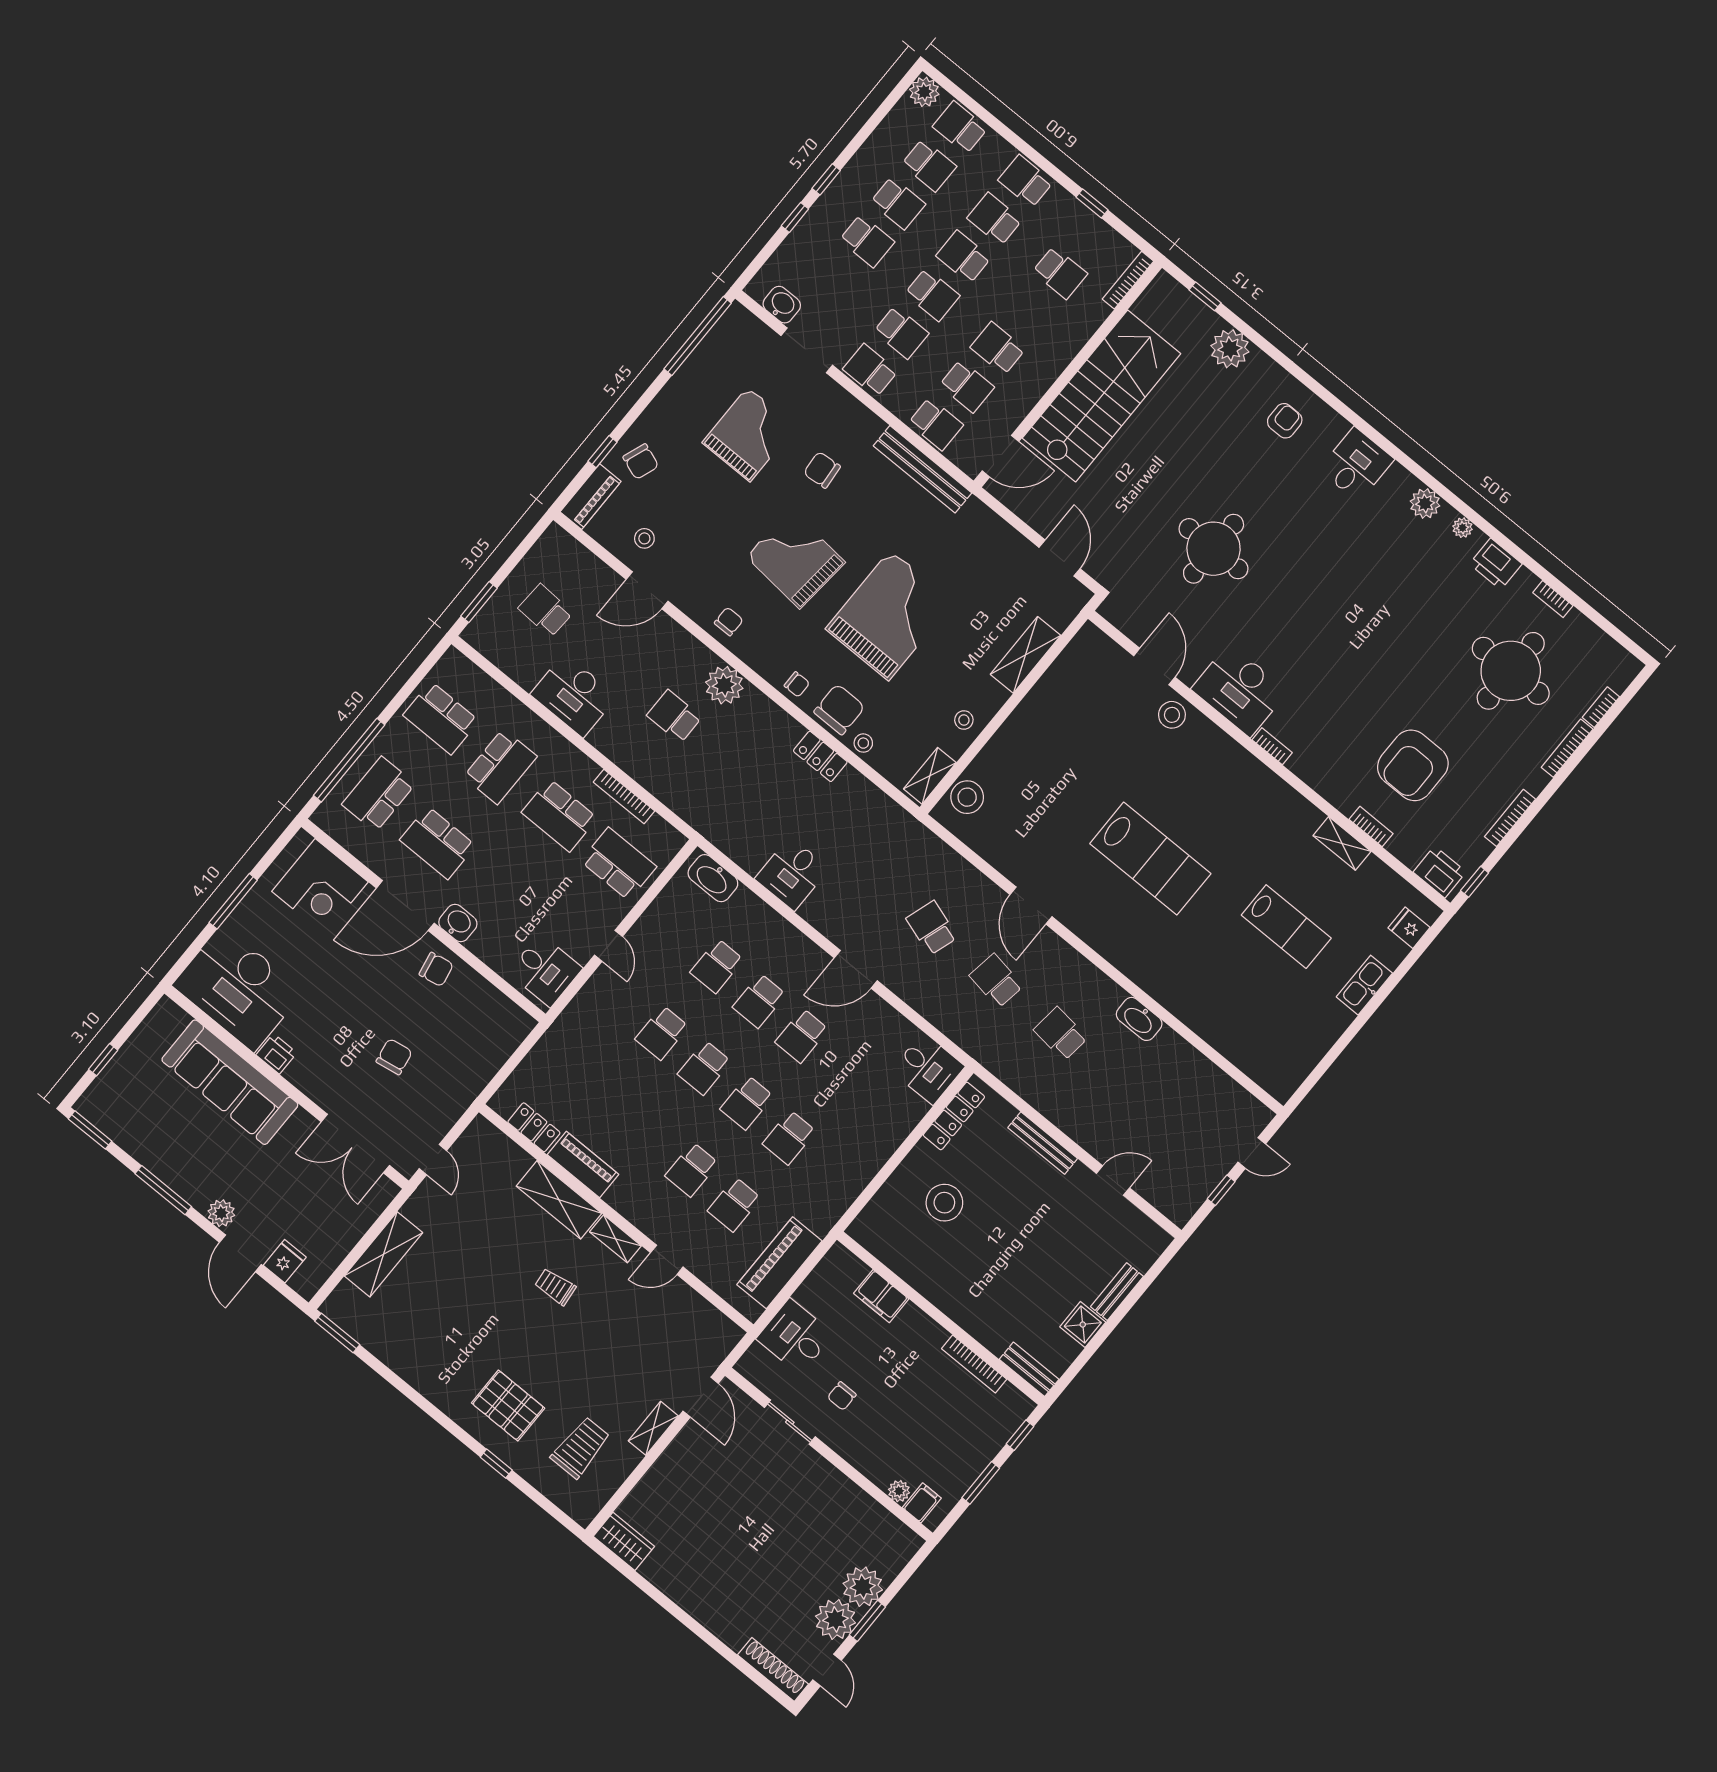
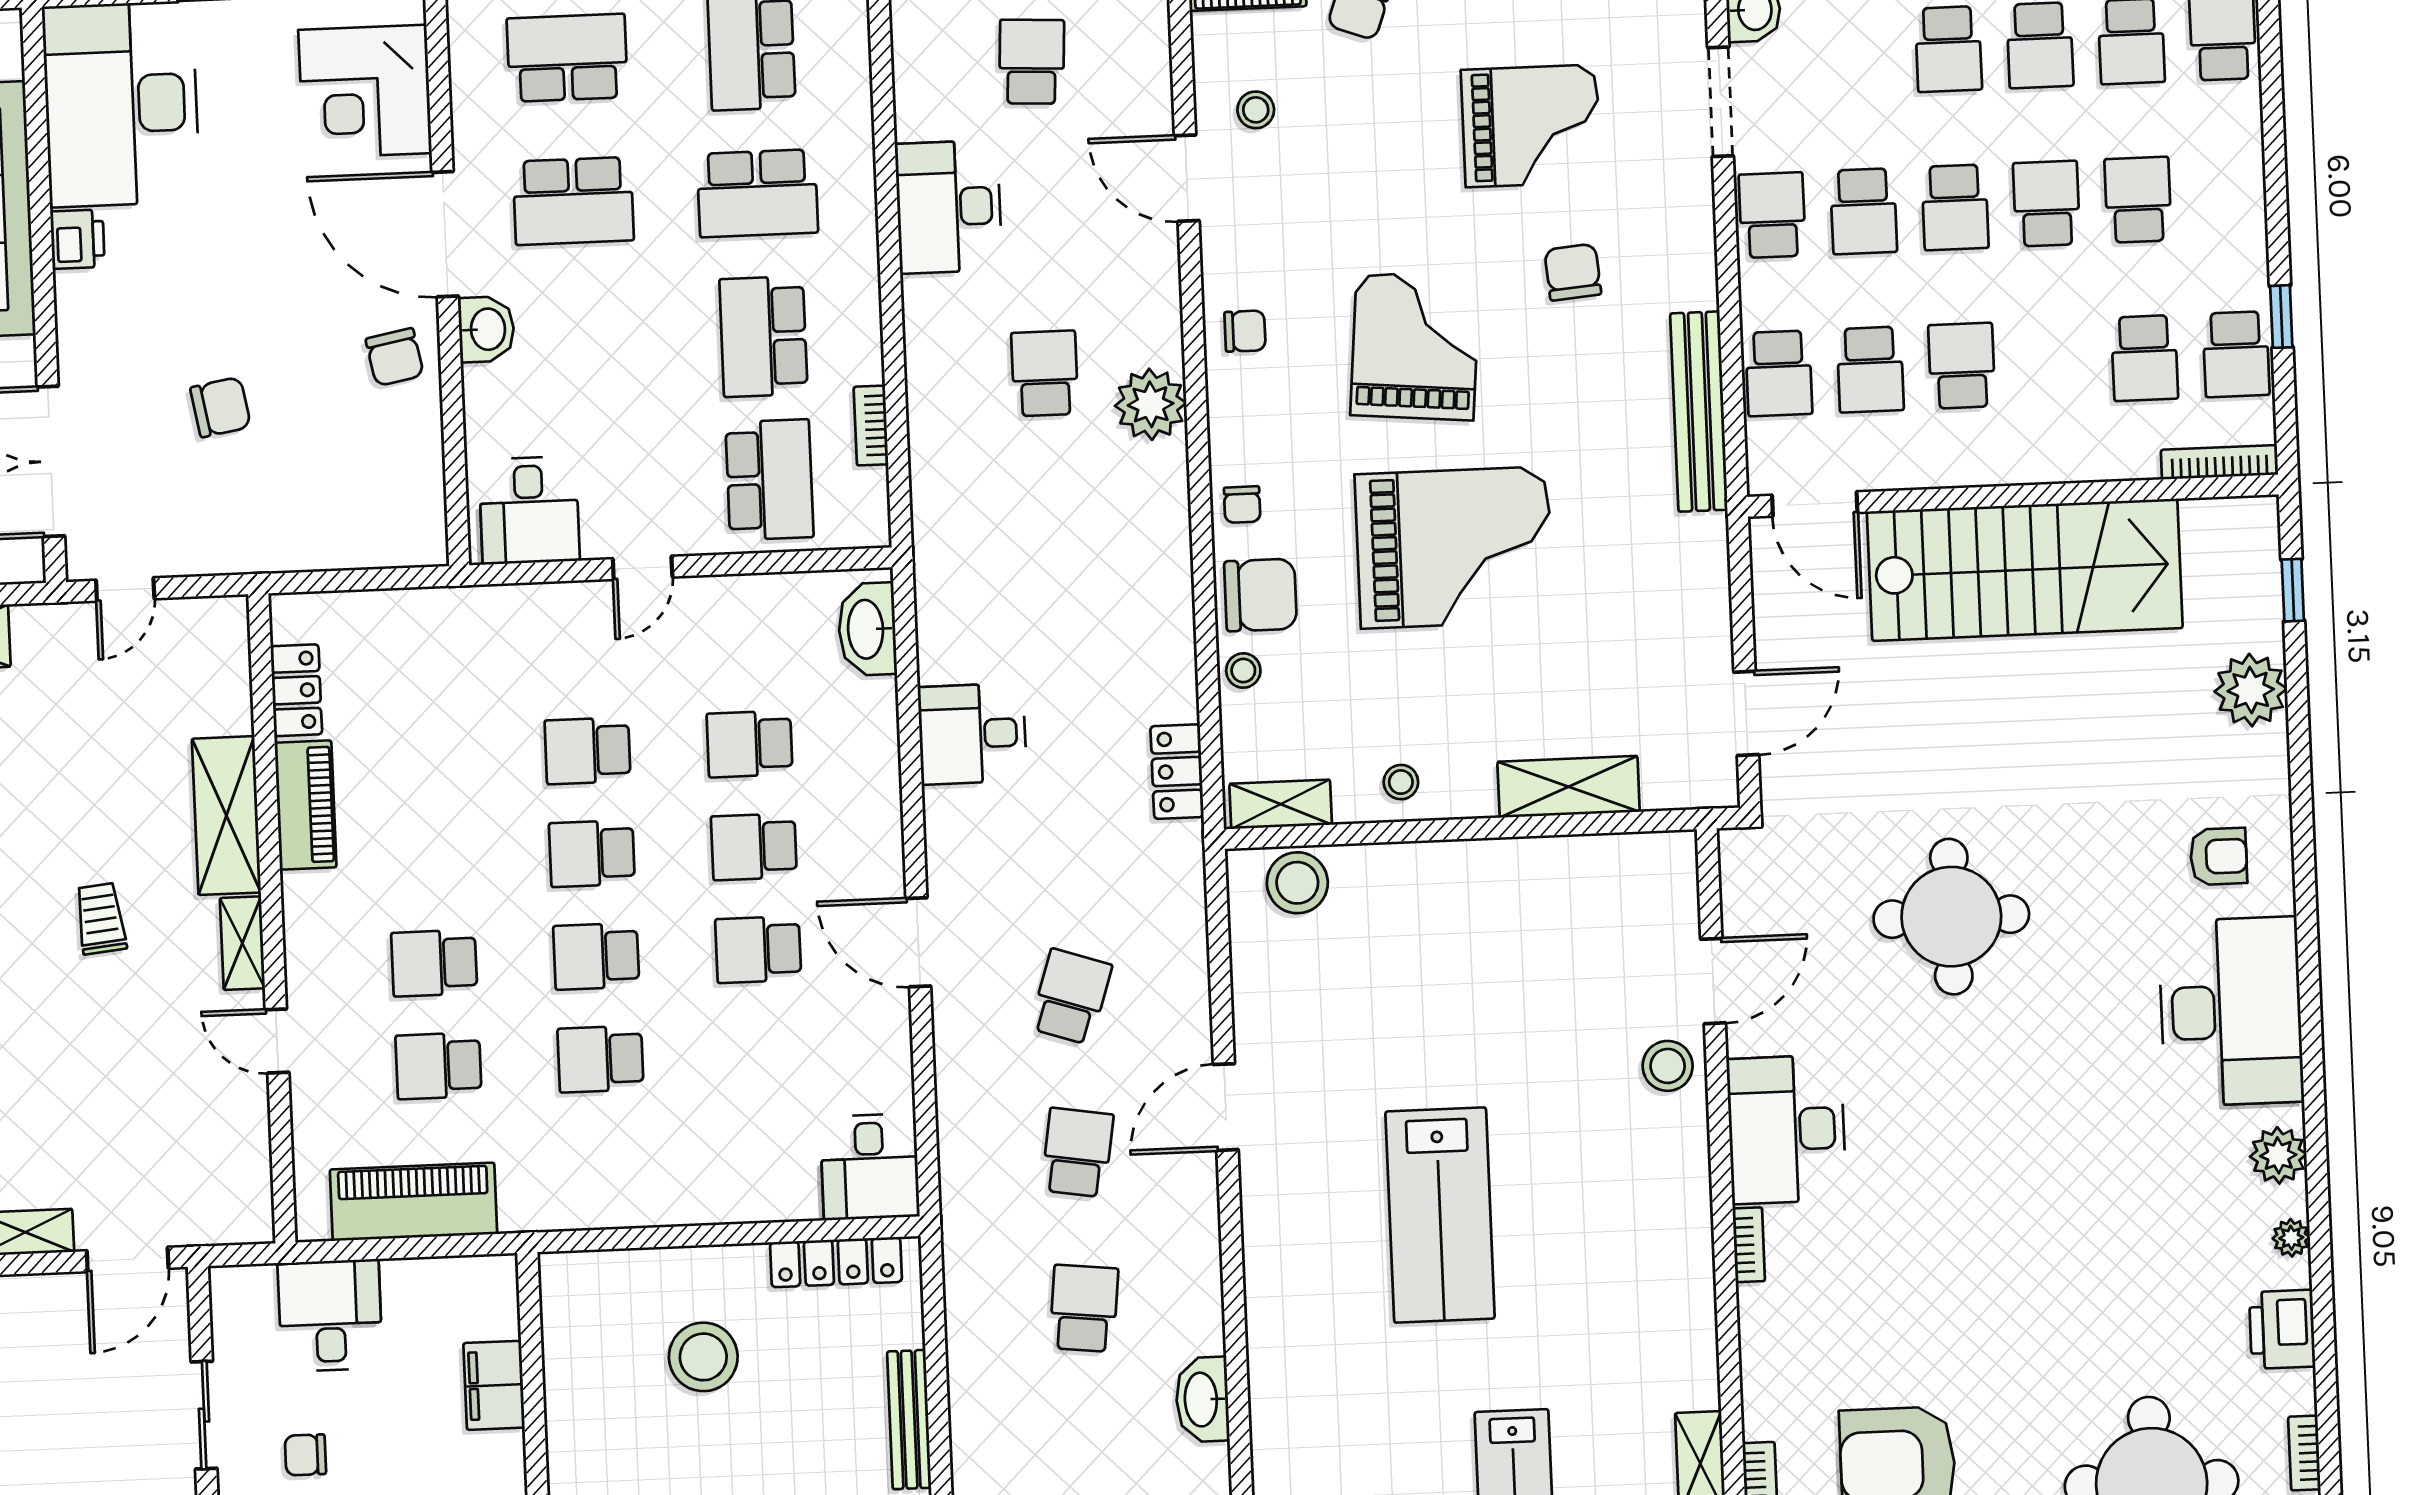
school desk: (1025, 181) -> (2236, 354), moved, turned 180
desk: (1356, 464) -> (2231, 1012), width x1.87, depth x1.30
locker: (820, 756) -> (1177, 772), moved
bookcase: (624, 797) -> (871, 426), width x0.64
school desk: (438, 843) -> (573, 201), turned -90

